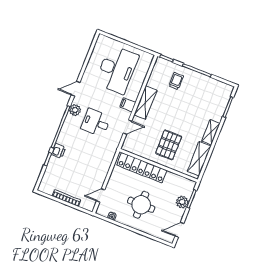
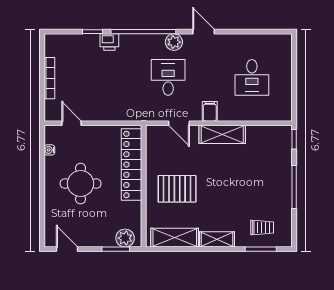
desk: (117, 69) -> (252, 77), width x0.53, depth x0.77
trolley: (176, 81) -> (262, 227), moved
plant: (182, 202) -> (125, 238), moved

